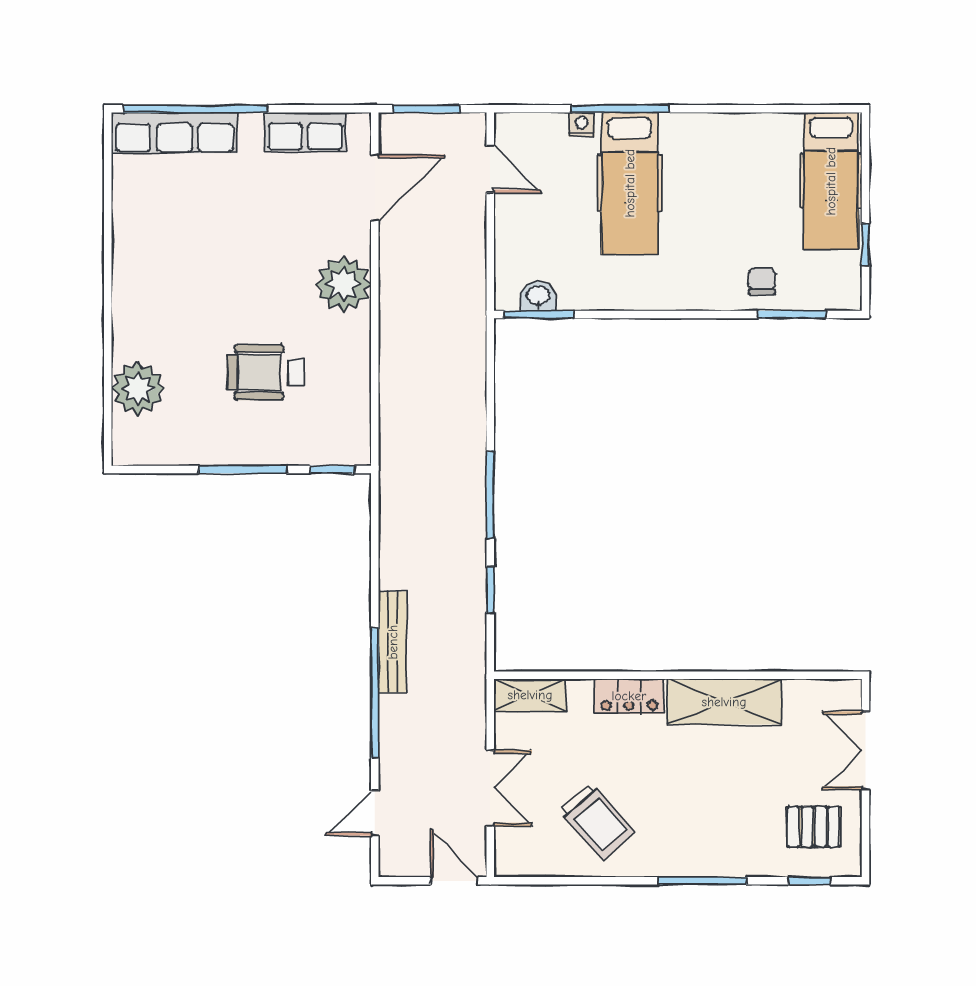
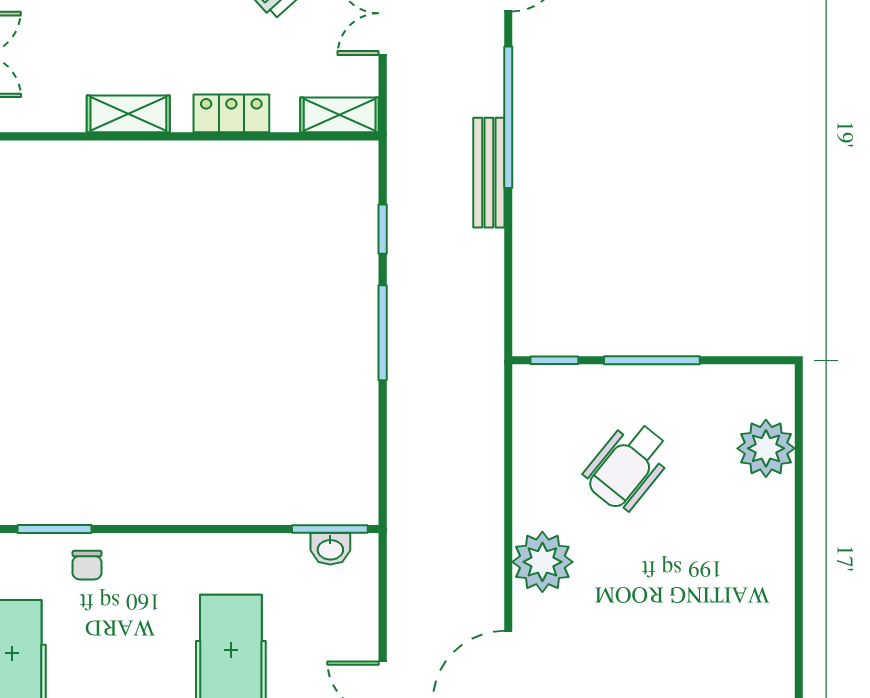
wheelchair: (265, 372) -> (628, 466), turned 129
shelving: (724, 702) -> (128, 114), width x0.67, depth x0.75

